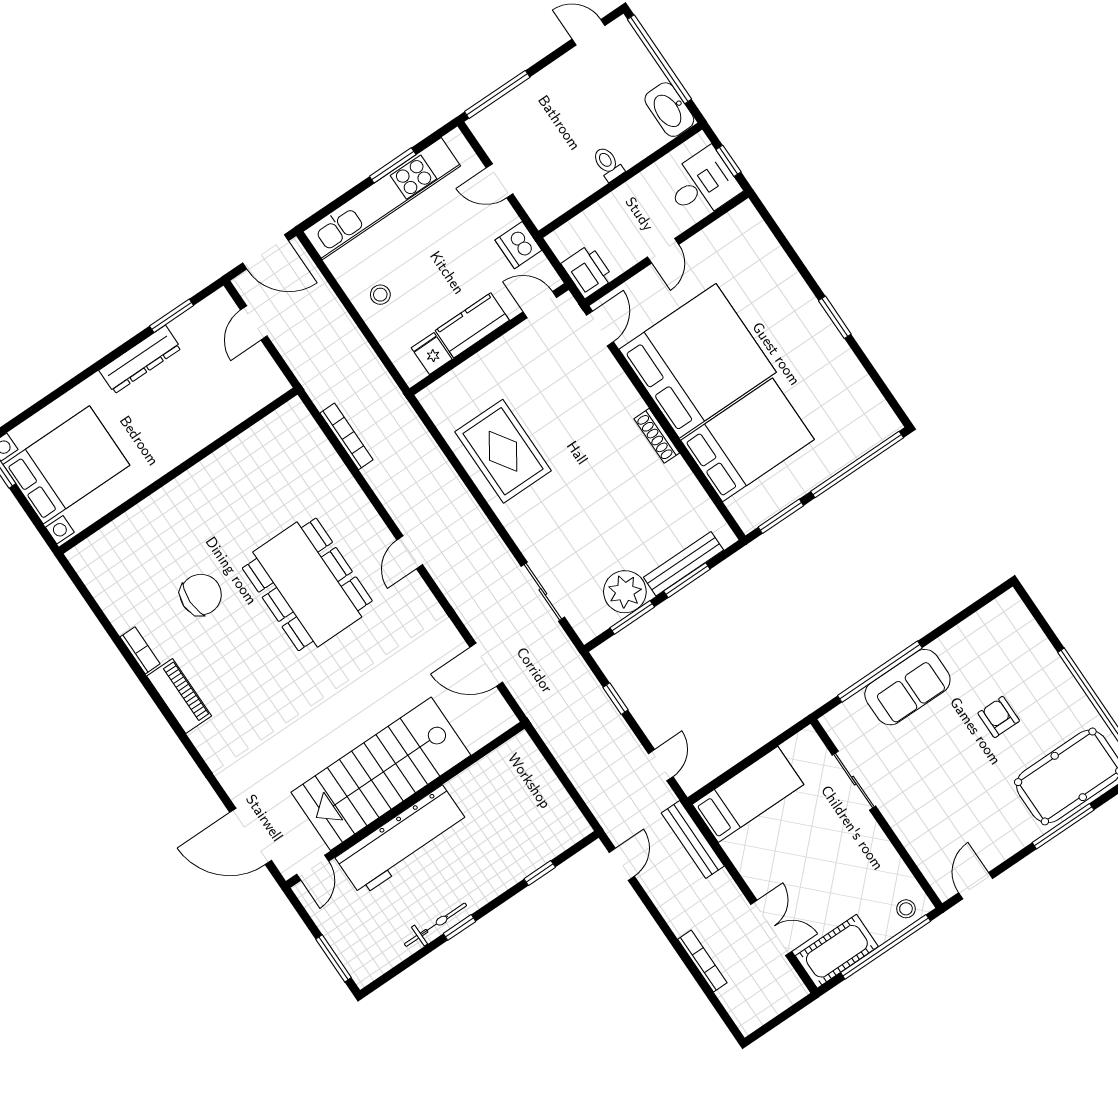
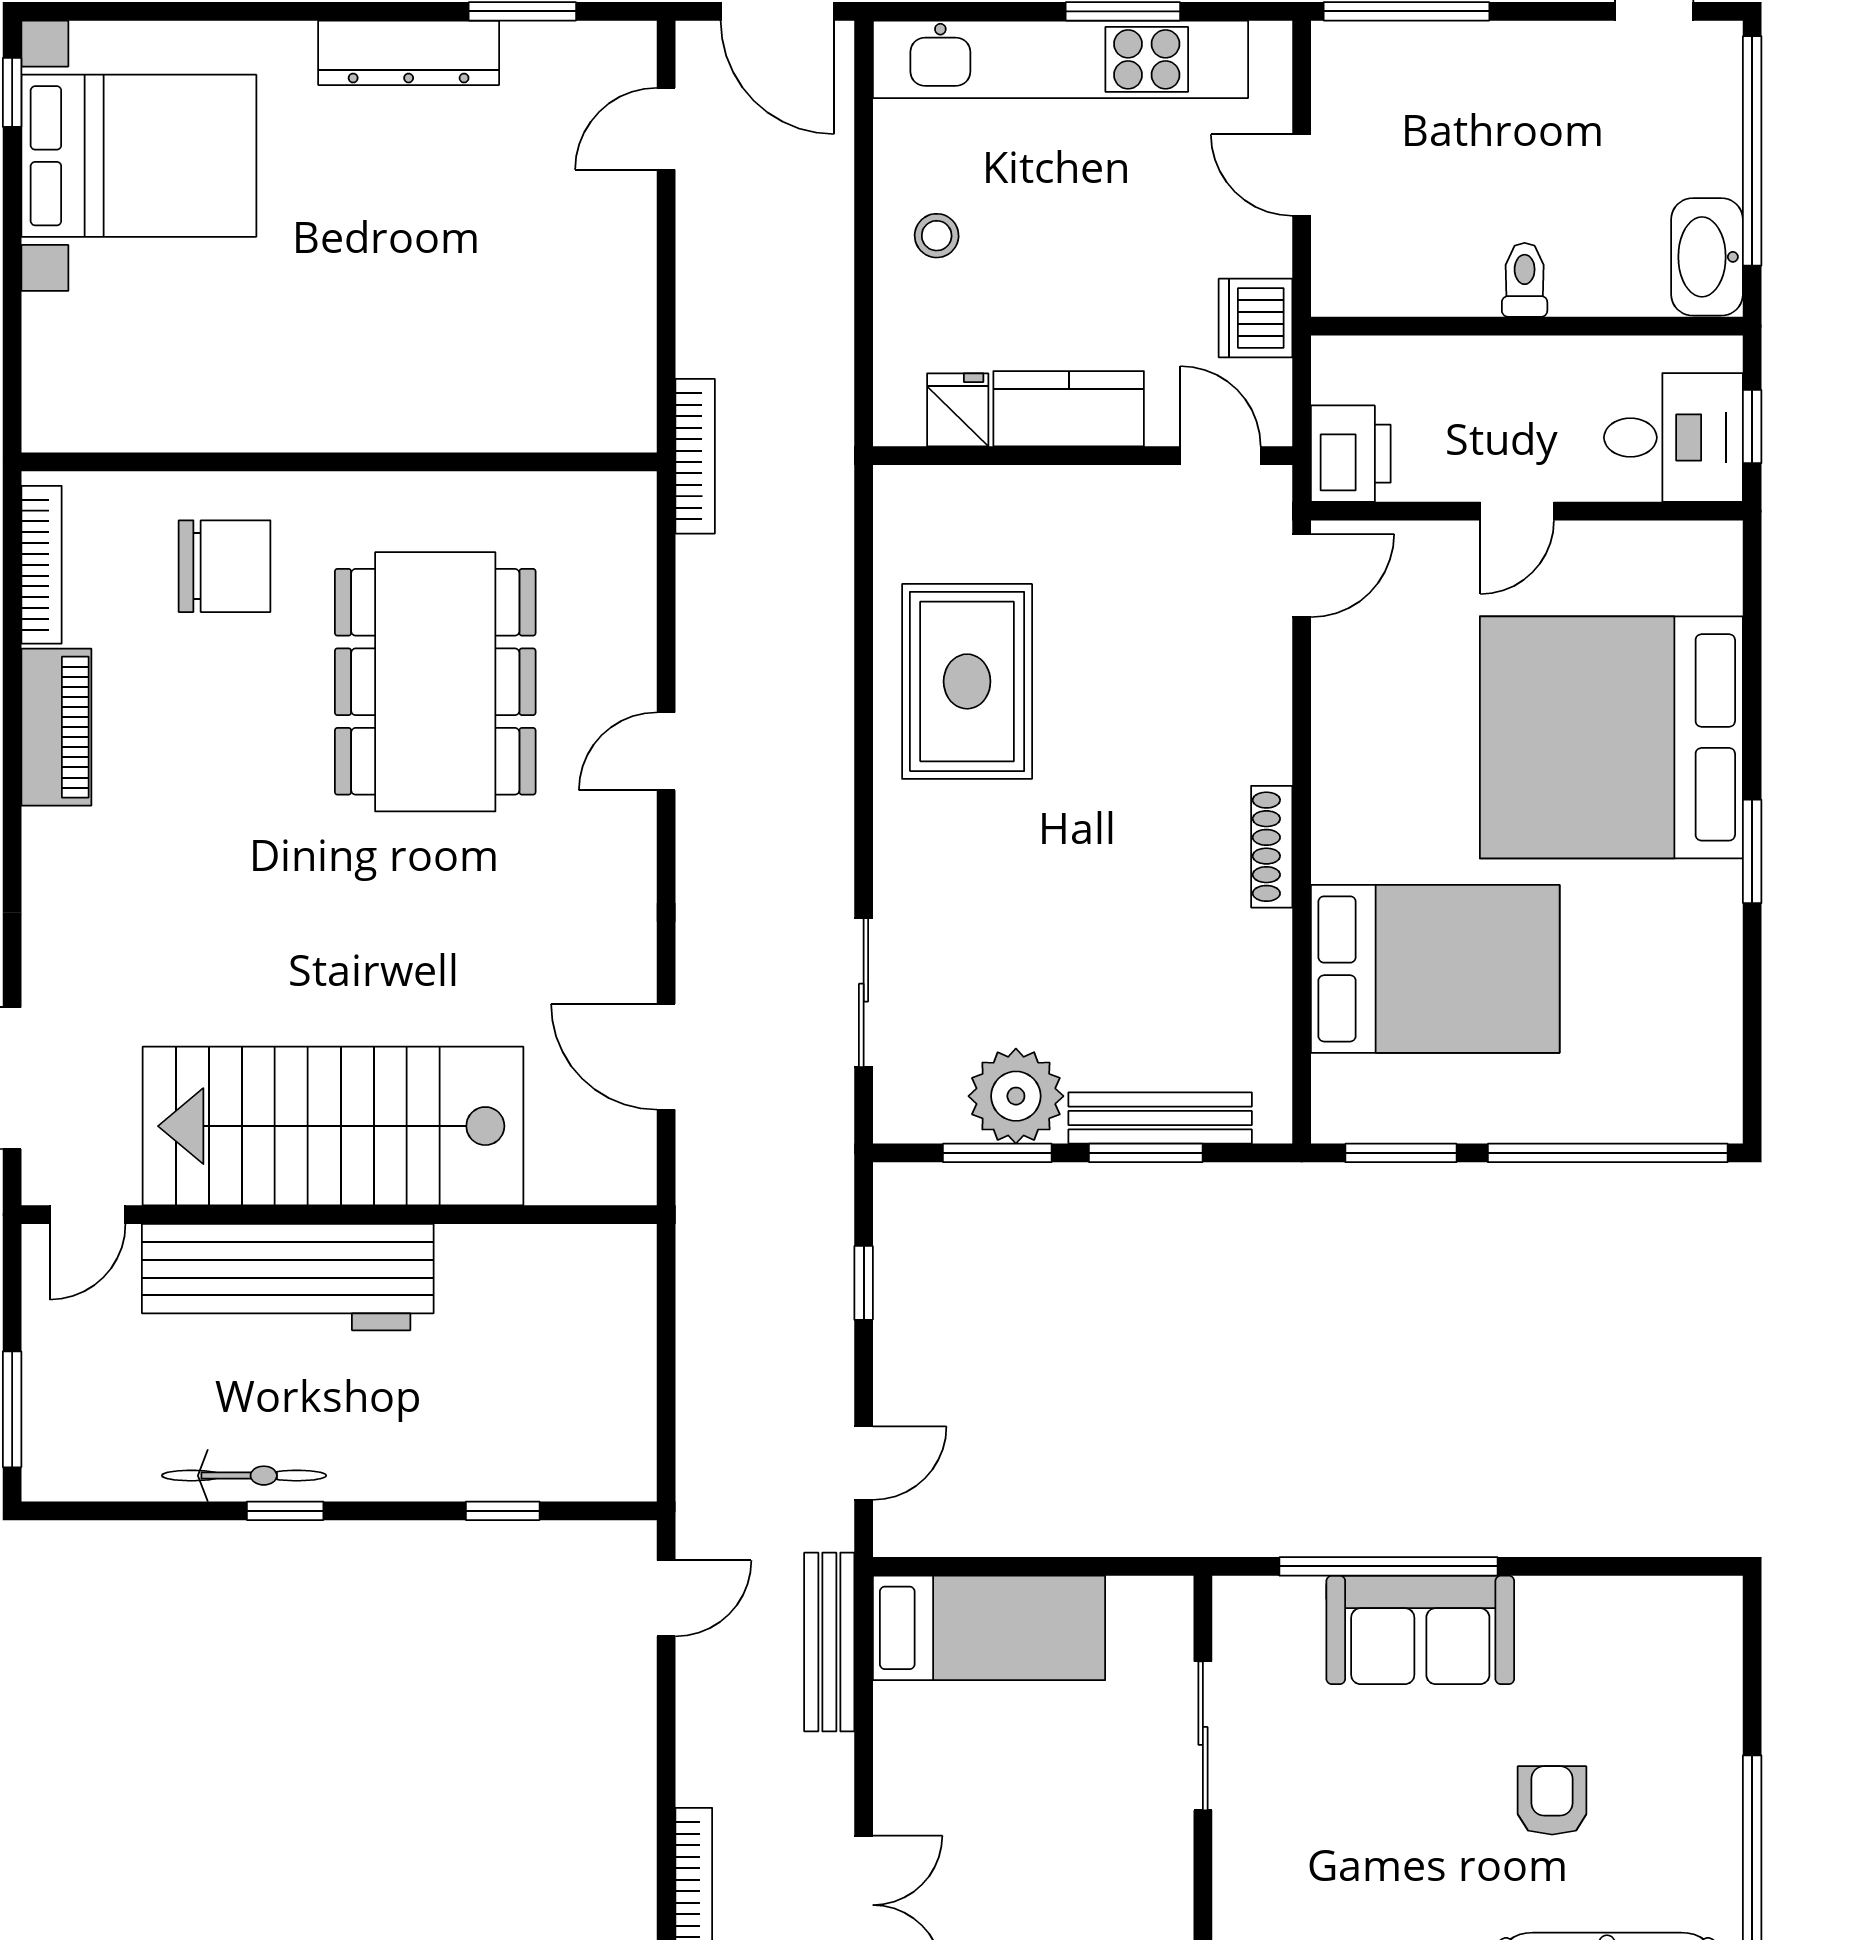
bed: (698, 361) -> (1611, 737), moved, turned 180
wall: (178, 471) -> (339, 462), moved
bookcase: (140, 650) -> (41, 565), width x1.56

